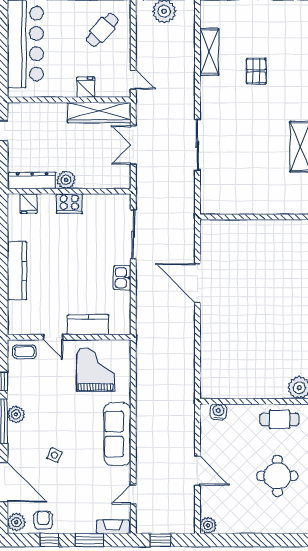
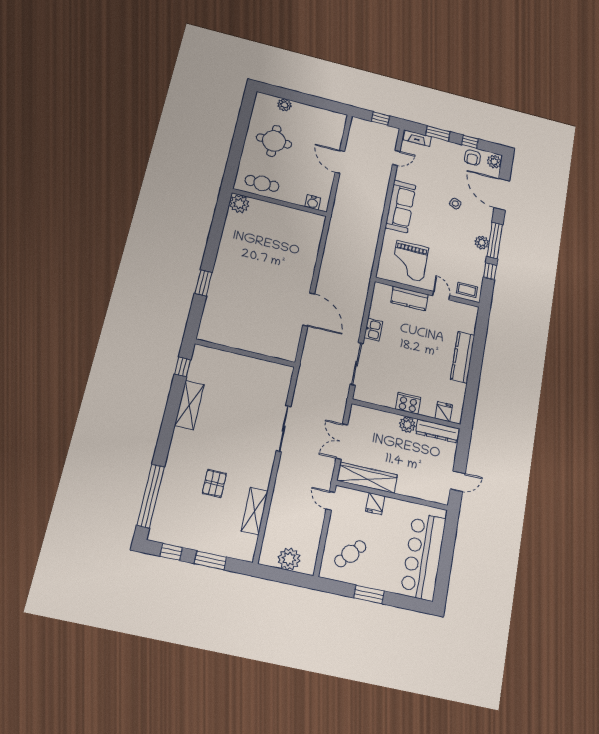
double door: (133, 145) -> (342, 442), swing flipped
plant: (208, 525) -> (285, 105), moved

